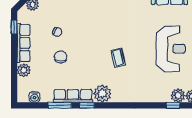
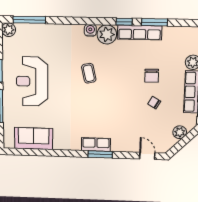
plant: (178, 95) -> (24, 31), removed
water cooler: (34, 97) -> (90, 30), moved
window: (173, 105) -> (29, 20), width x2.17

